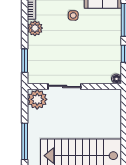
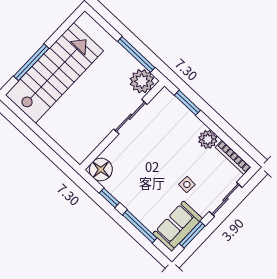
floor lamp: (117, 79) -> (101, 169), width x1.89, depth x1.89
window: (25, 141) -> (136, 54), moved

